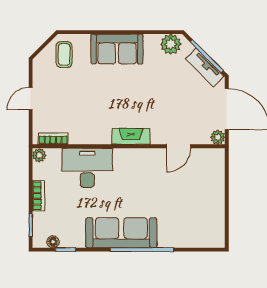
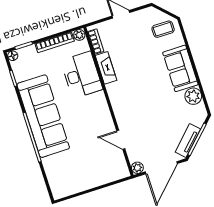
plant: (171, 44) -> (193, 96), moved
fireplace: (131, 136) -> (106, 68), moved
bookcase: (39, 196) -> (55, 42), width x1.56
sofa: (121, 233) -> (43, 116), width x1.36, depth x1.27
floor lamp: (53, 242) -> (13, 56), moved

